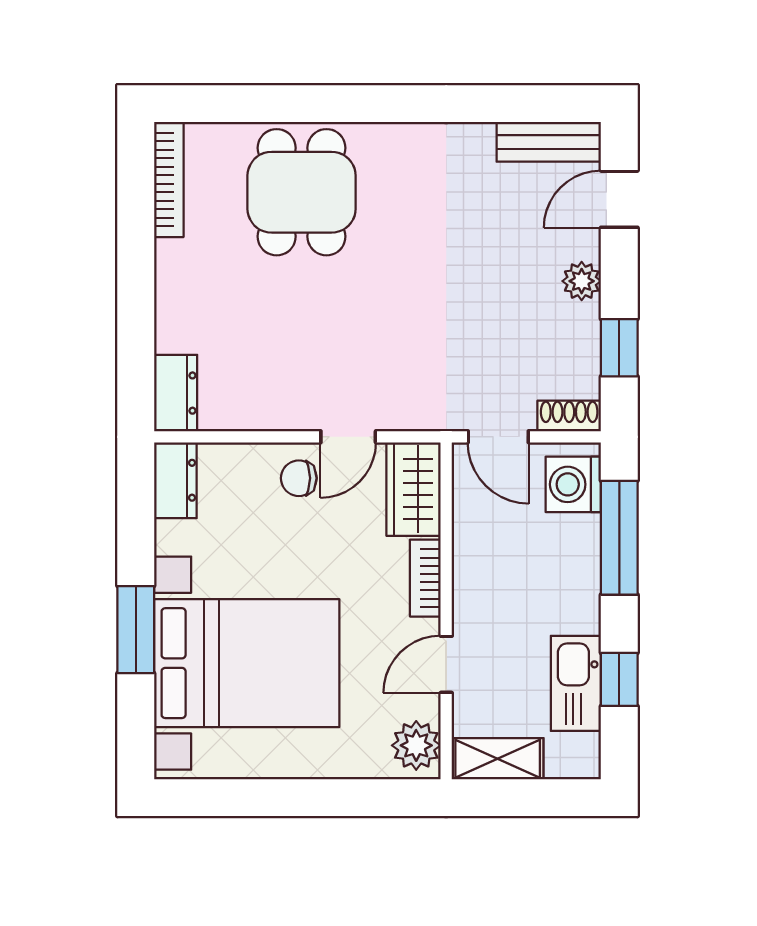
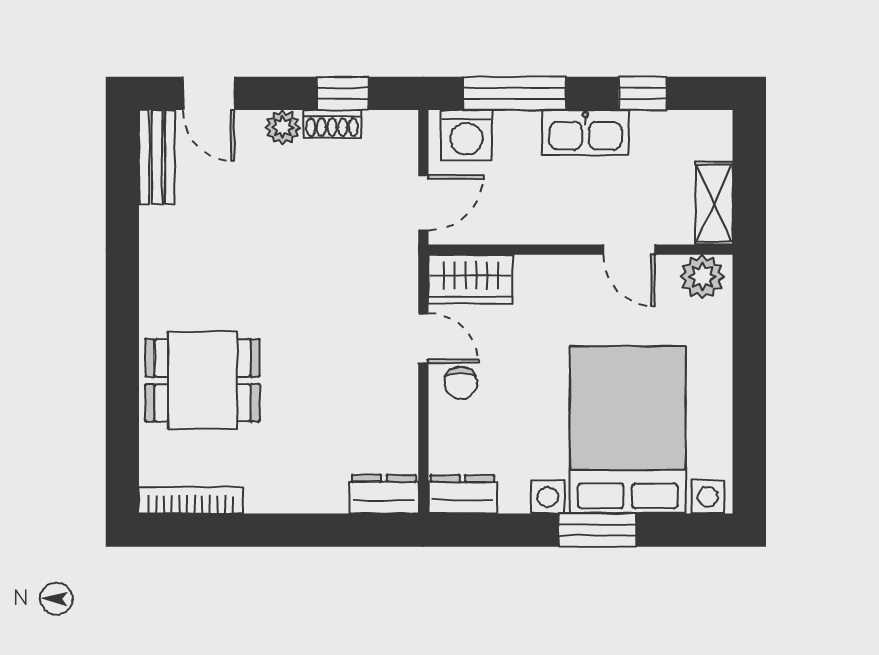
shoe rack: (569, 416) -> (332, 124), moved, turned -90
bookcase: (425, 578) -> (551, 269), removed
kitchen sink: (576, 683) -> (585, 133), moved

